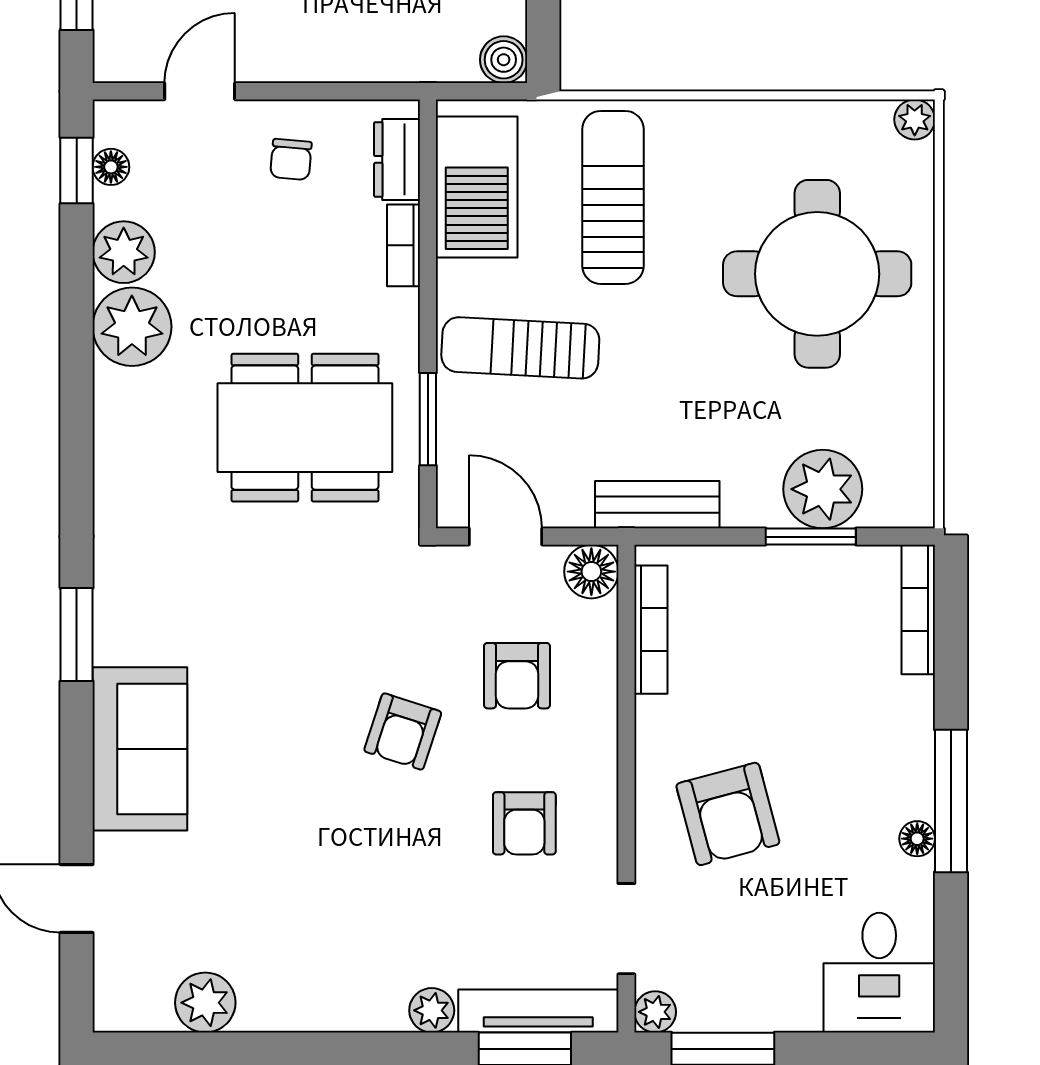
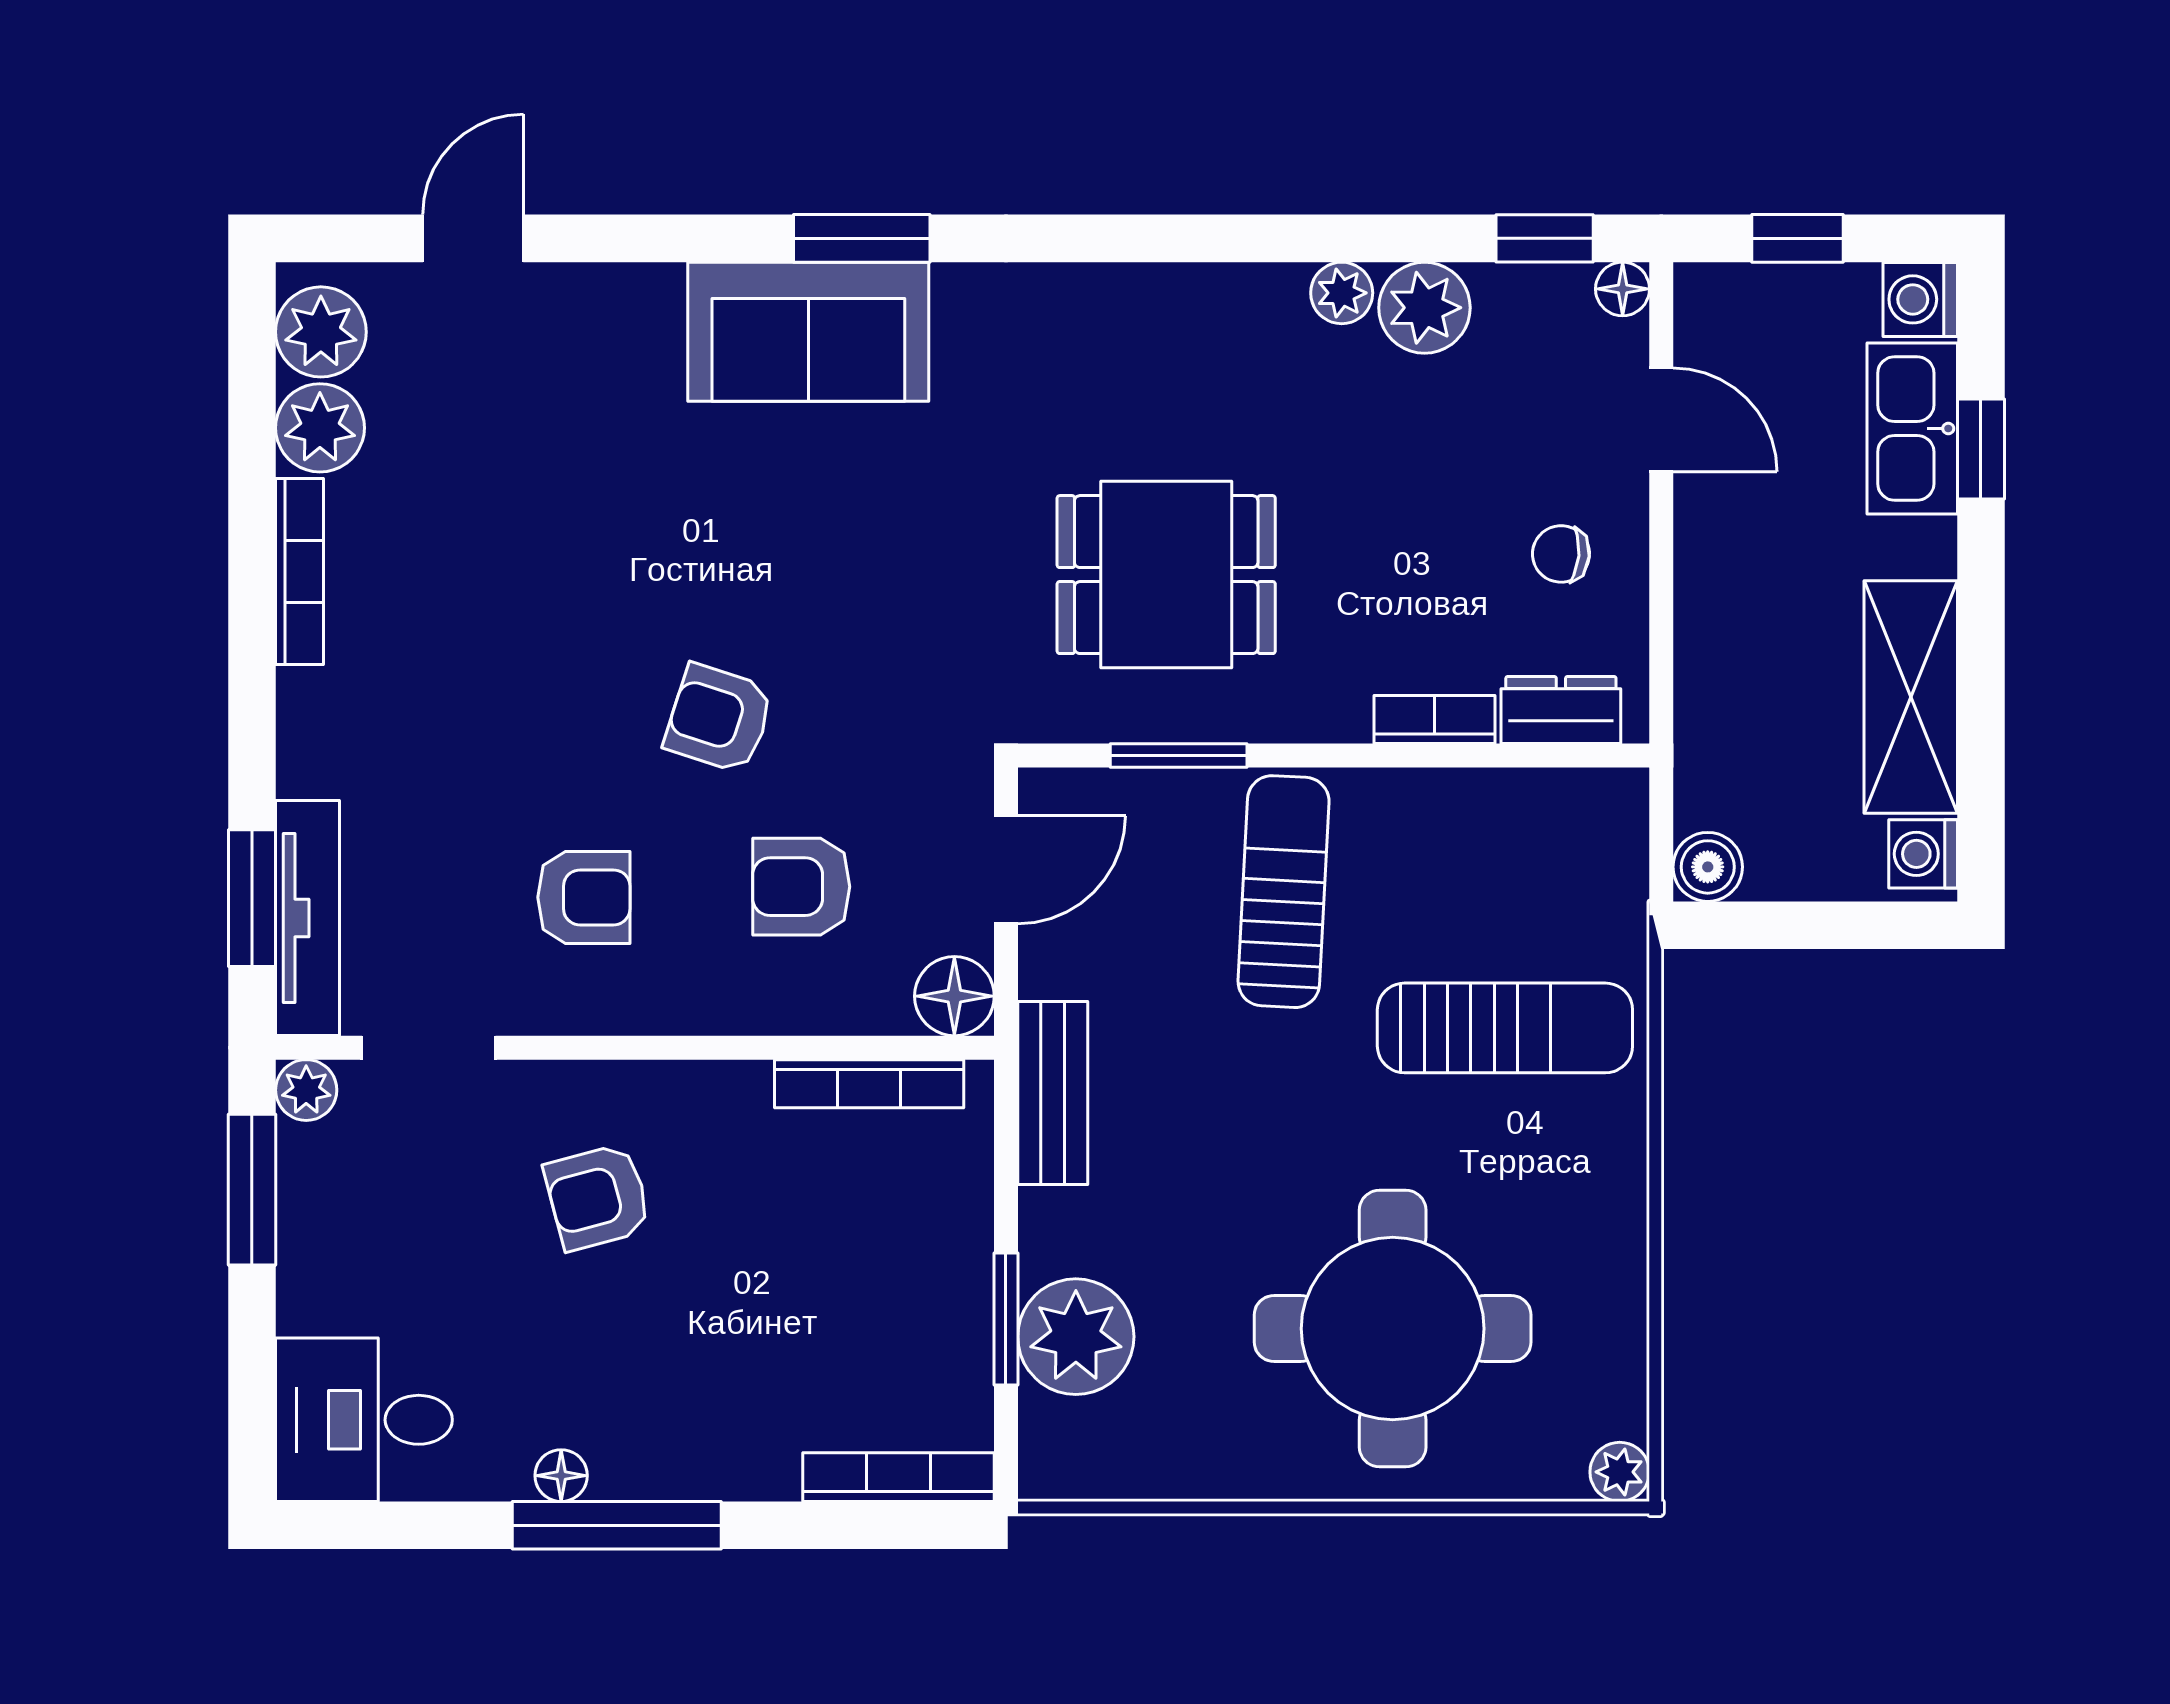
floor lamp: (111, 167) -> (1623, 289), moved
barbecue: (477, 187) -> (1520, 827), removed
plant: (132, 327) -> (1342, 293), width x0.53, depth x0.53
dining table: (305, 428) -> (1166, 575), width x0.73
sofa: (140, 749) -> (808, 332), moved
armchair: (728, 814) -> (598, 1197), width x0.72, depth x0.72
armchair: (524, 823) -> (584, 897), turned 180
plant: (432, 1010) -> (321, 332), moved, width x1.38, depth x1.38
bookcase: (303, 1016) -> (300, 572), added

